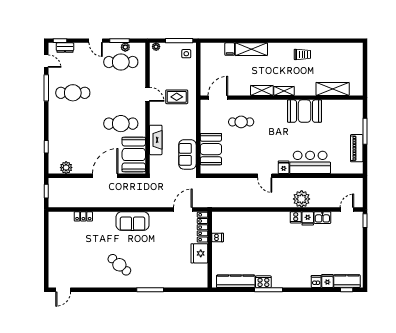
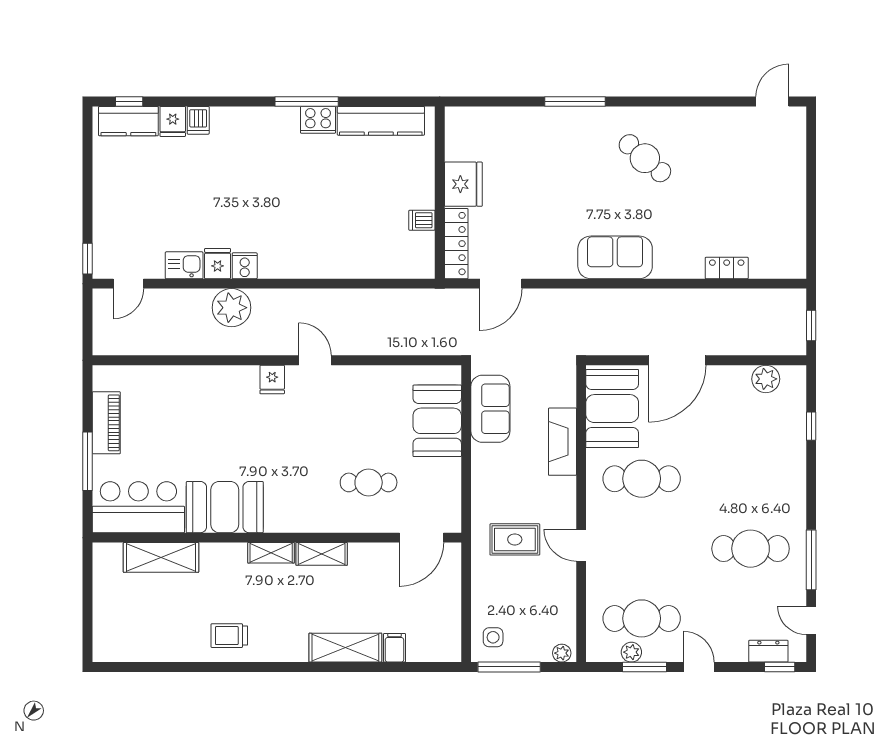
bar counter: (310, 162) -> (138, 507), moved, turned 180

